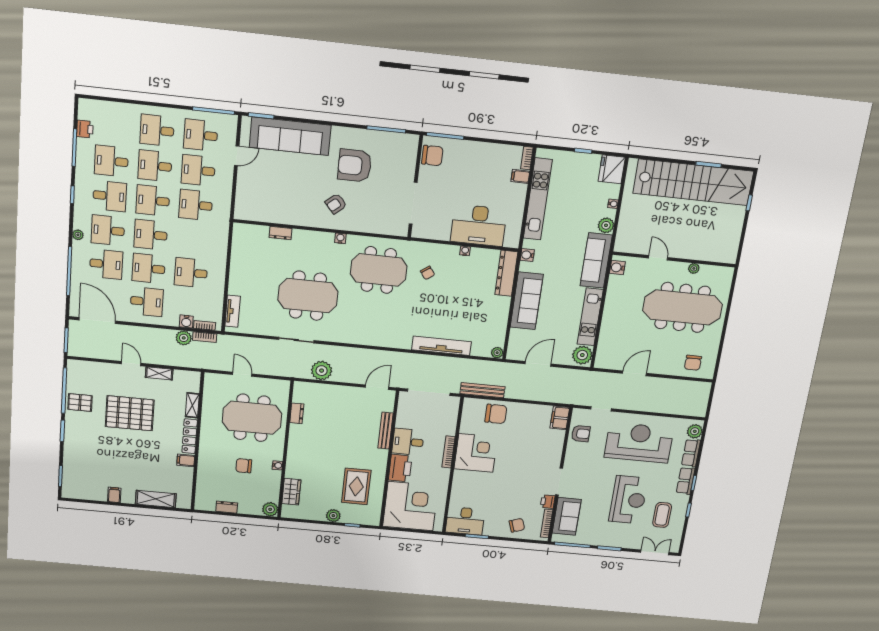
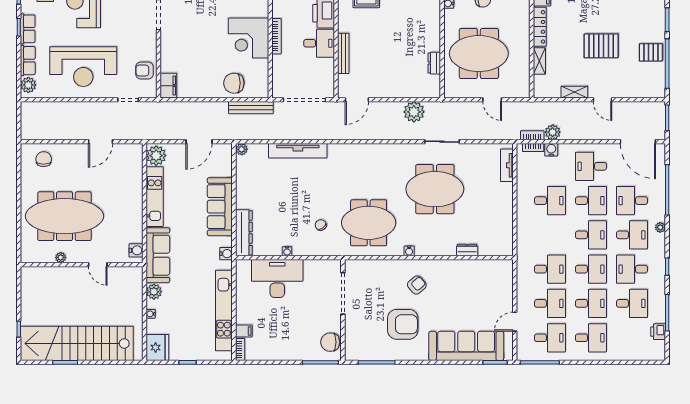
pallet: (130, 413) -> (601, 46), width x0.73, depth x0.71

